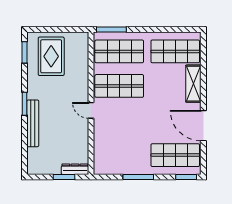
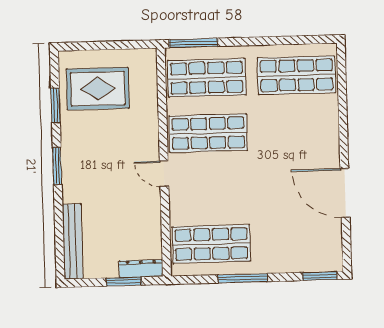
window: (25, 52) -> (56, 105), moved
rug: (51, 56) -> (98, 89), turned 90
shelving: (193, 84) -> (327, 126), removed
bench: (33, 123) -> (73, 241), moved
shop shelf: (175, 155) -> (211, 244), moved

